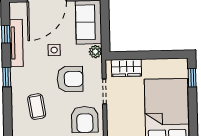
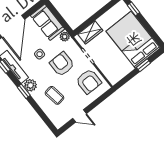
plant: (19, 76) -> (31, 85), added
armchair: (70, 79) -> (62, 64), turned -90

